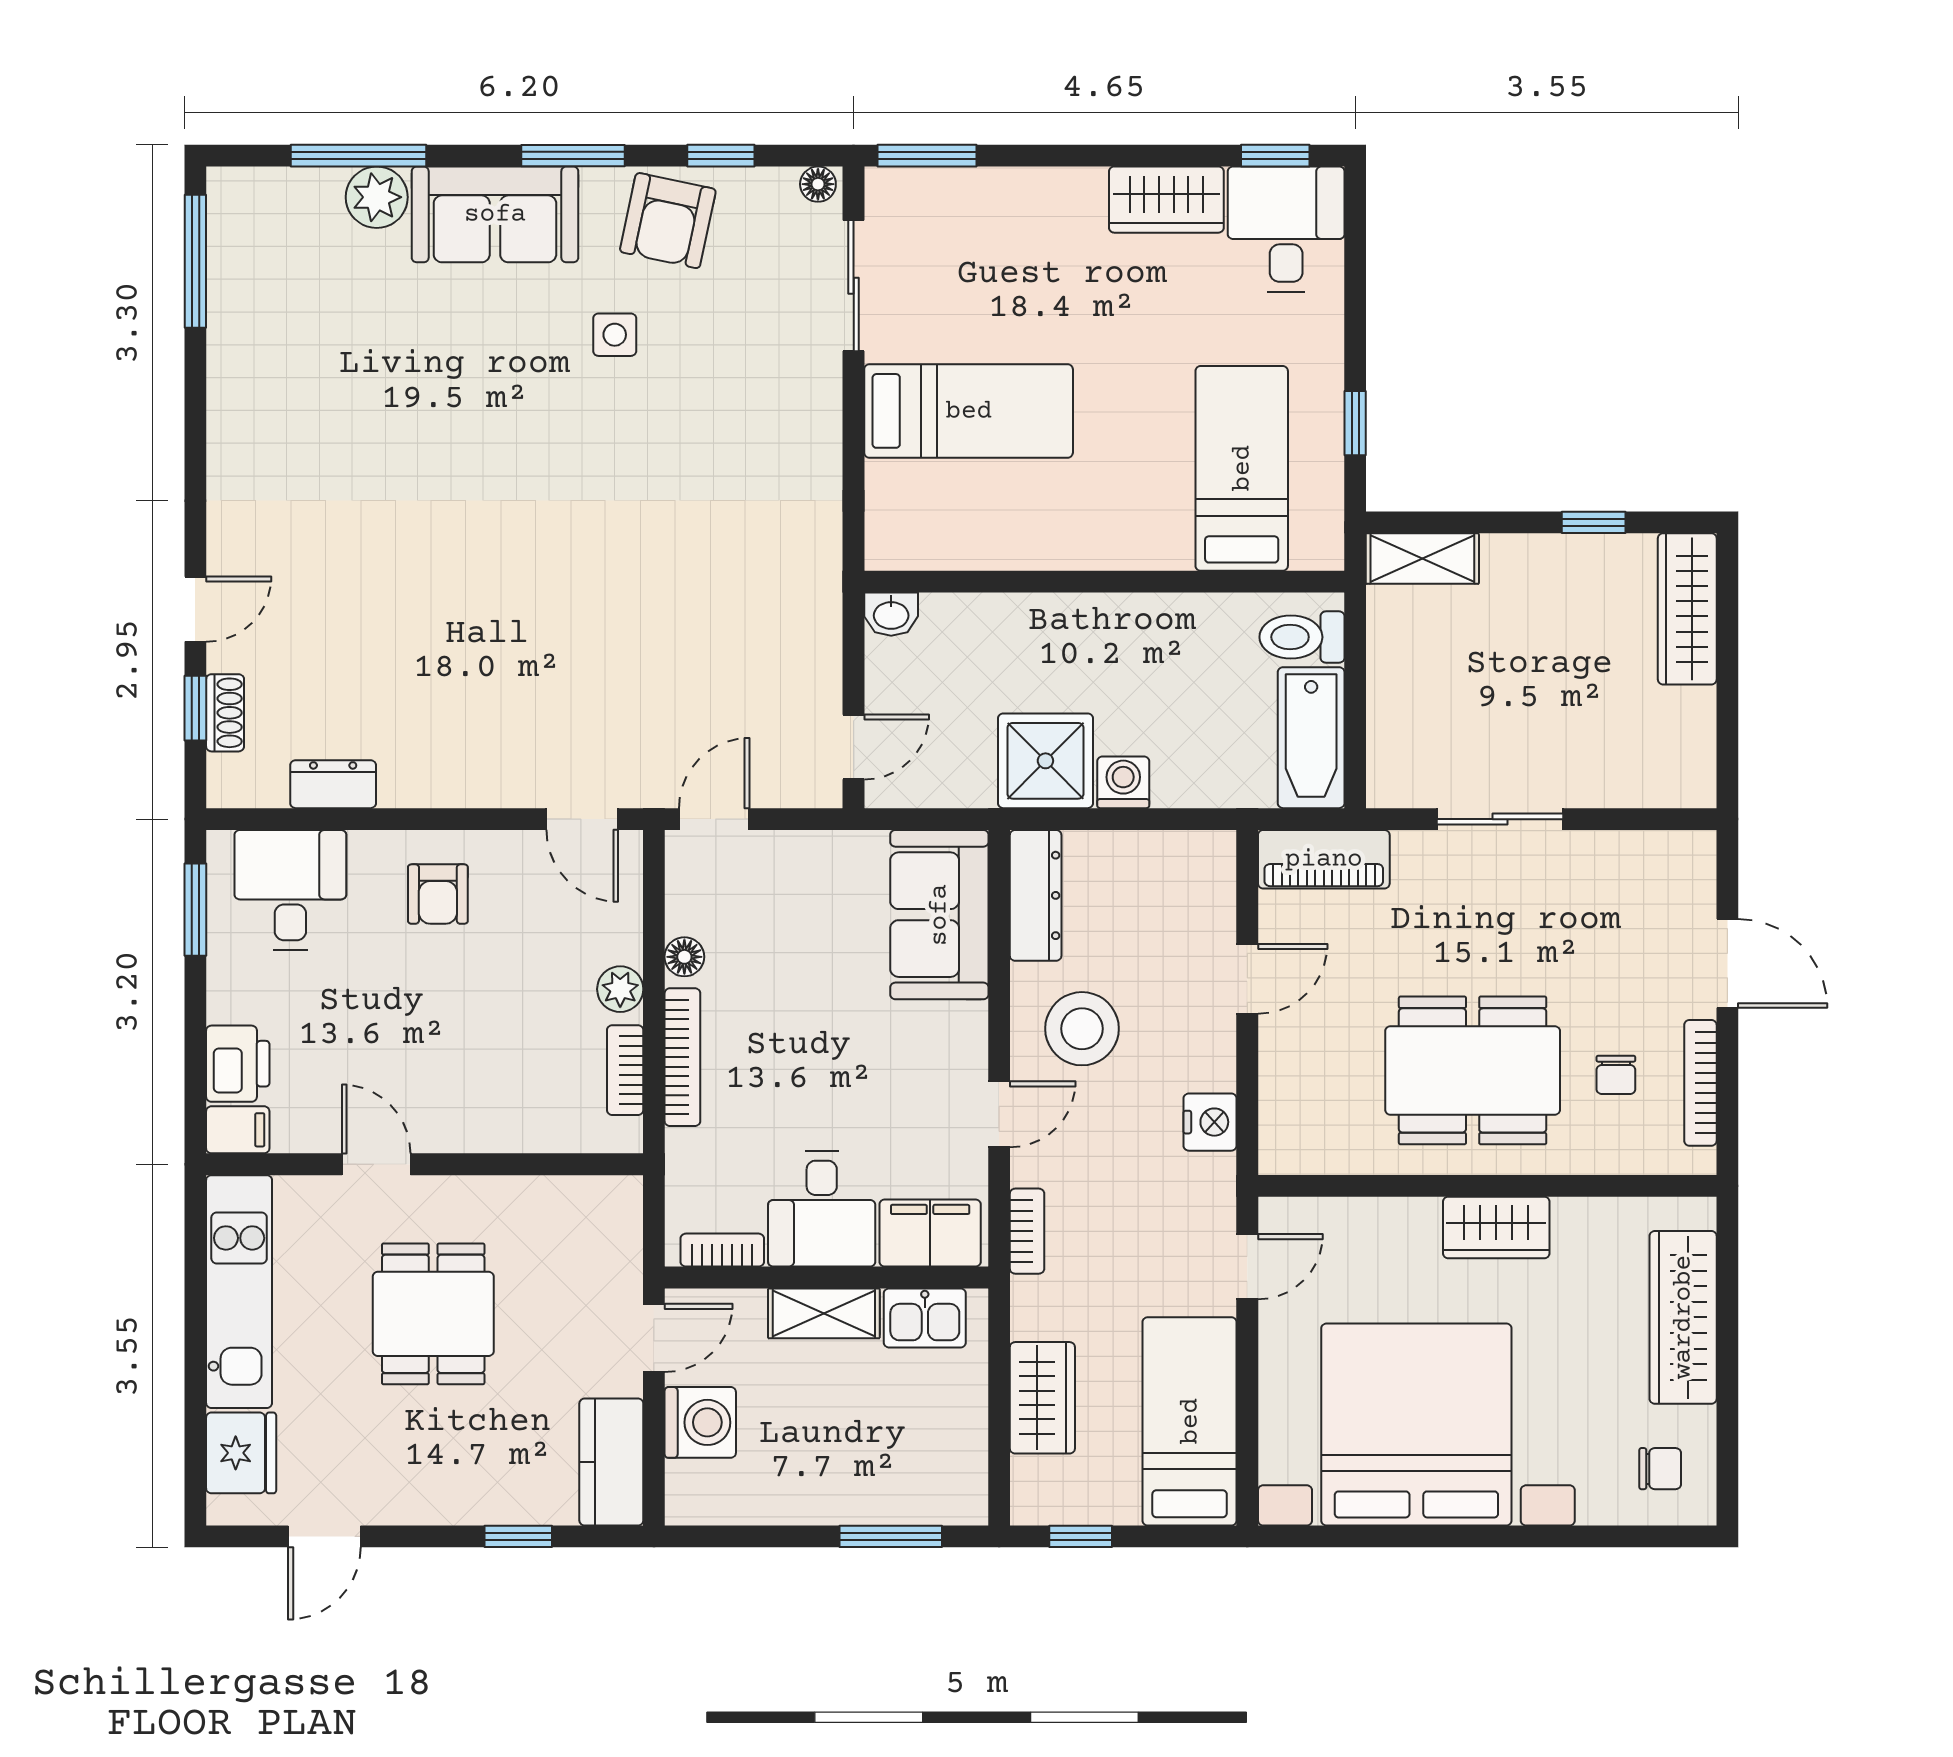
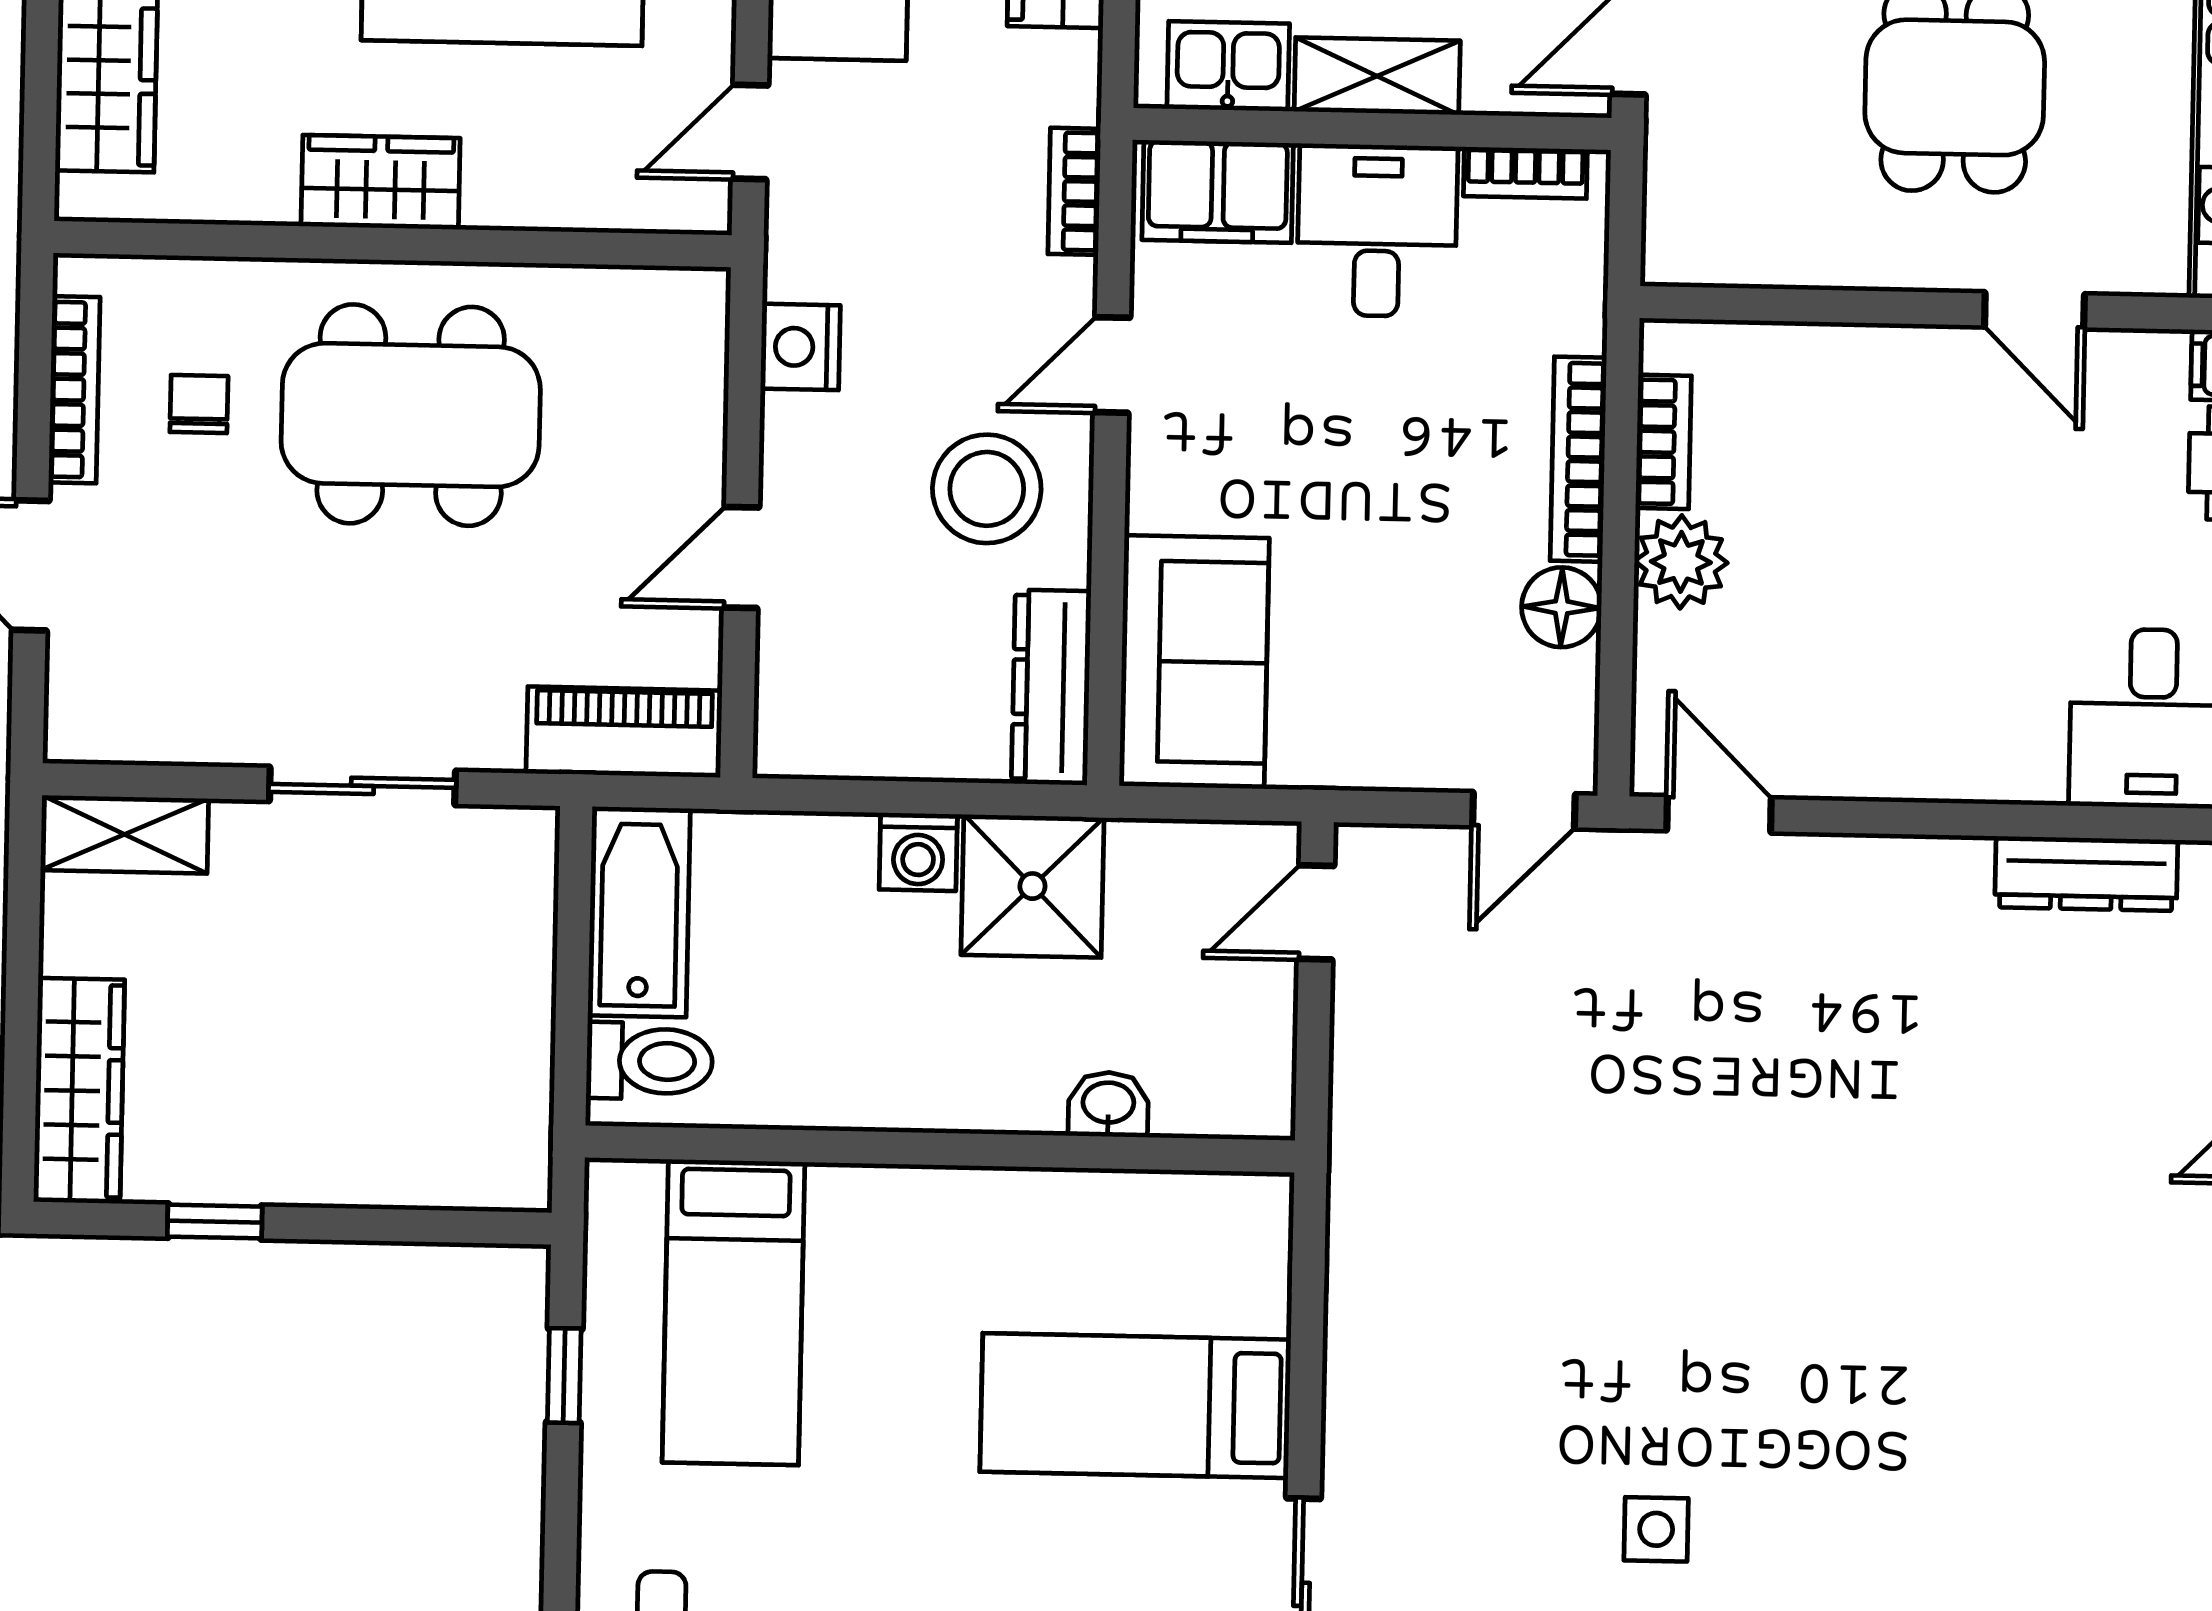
shelving: (1422, 559) -> (125, 834), moved
washbasin: (891, 614) -> (1108, 1104), moved
dresser: (333, 784) -> (2086, 874), width x1.44
armchair: (438, 894) -> (1935, 708), removed
floor lamp: (684, 957) -> (1561, 607), width x1.37, depth x1.37
plant: (620, 989) -> (1681, 562), width x1.38, depth x1.38

